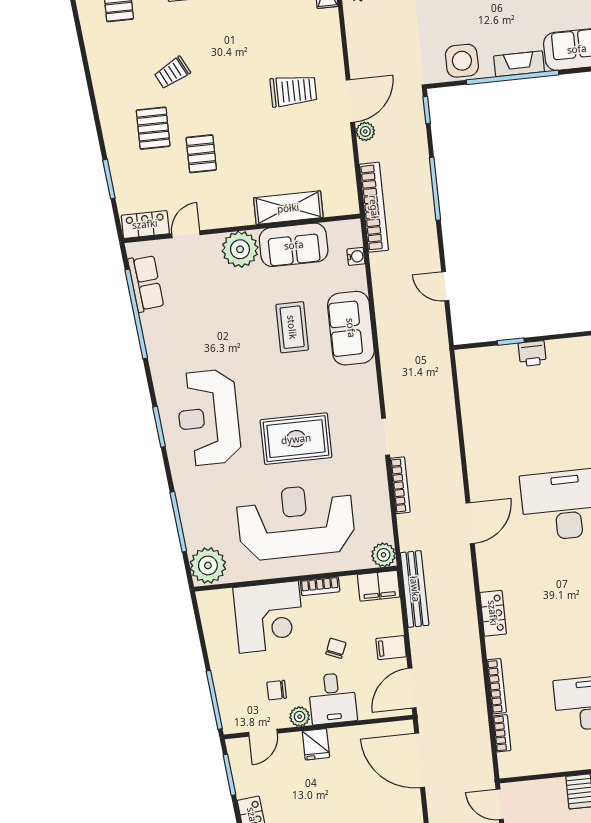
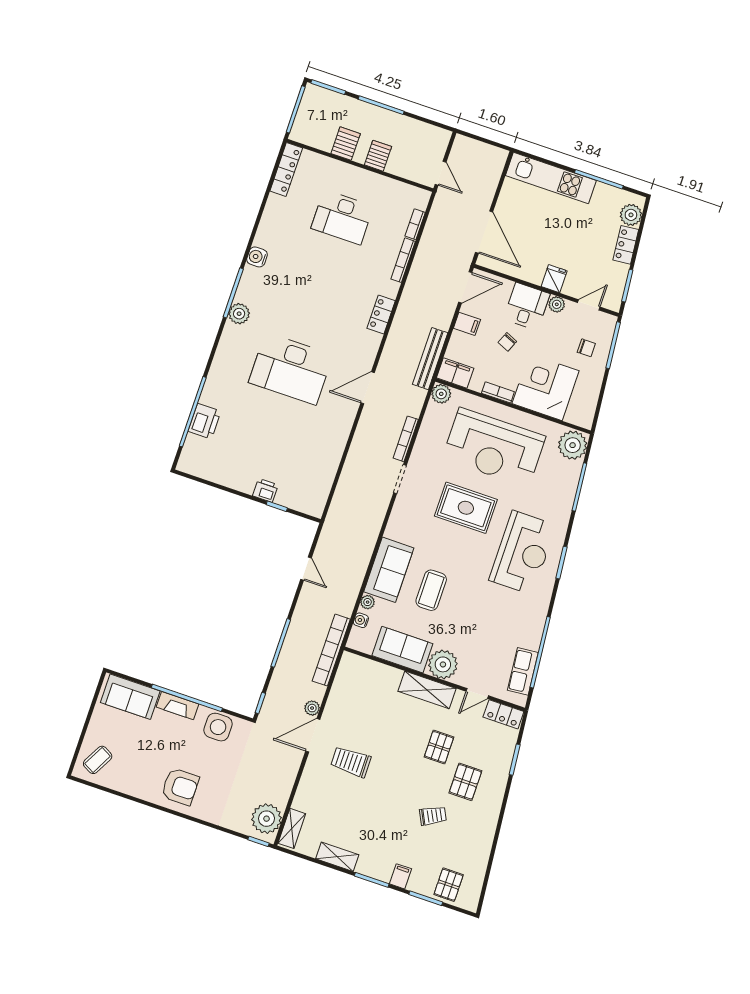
shelving: (288, 208) -> (427, 690), moved
plant: (358, 280) -> (368, 602), added
chair: (277, 690) -> (586, 348), moved

